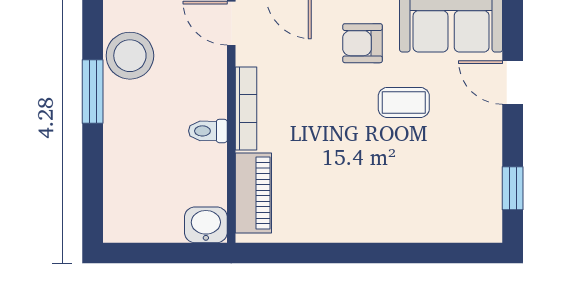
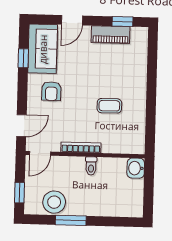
coffee table: (404, 102) -> (109, 106), moved, turned 90
piano: (253, 193) -> (111, 35), moved, turned 180

